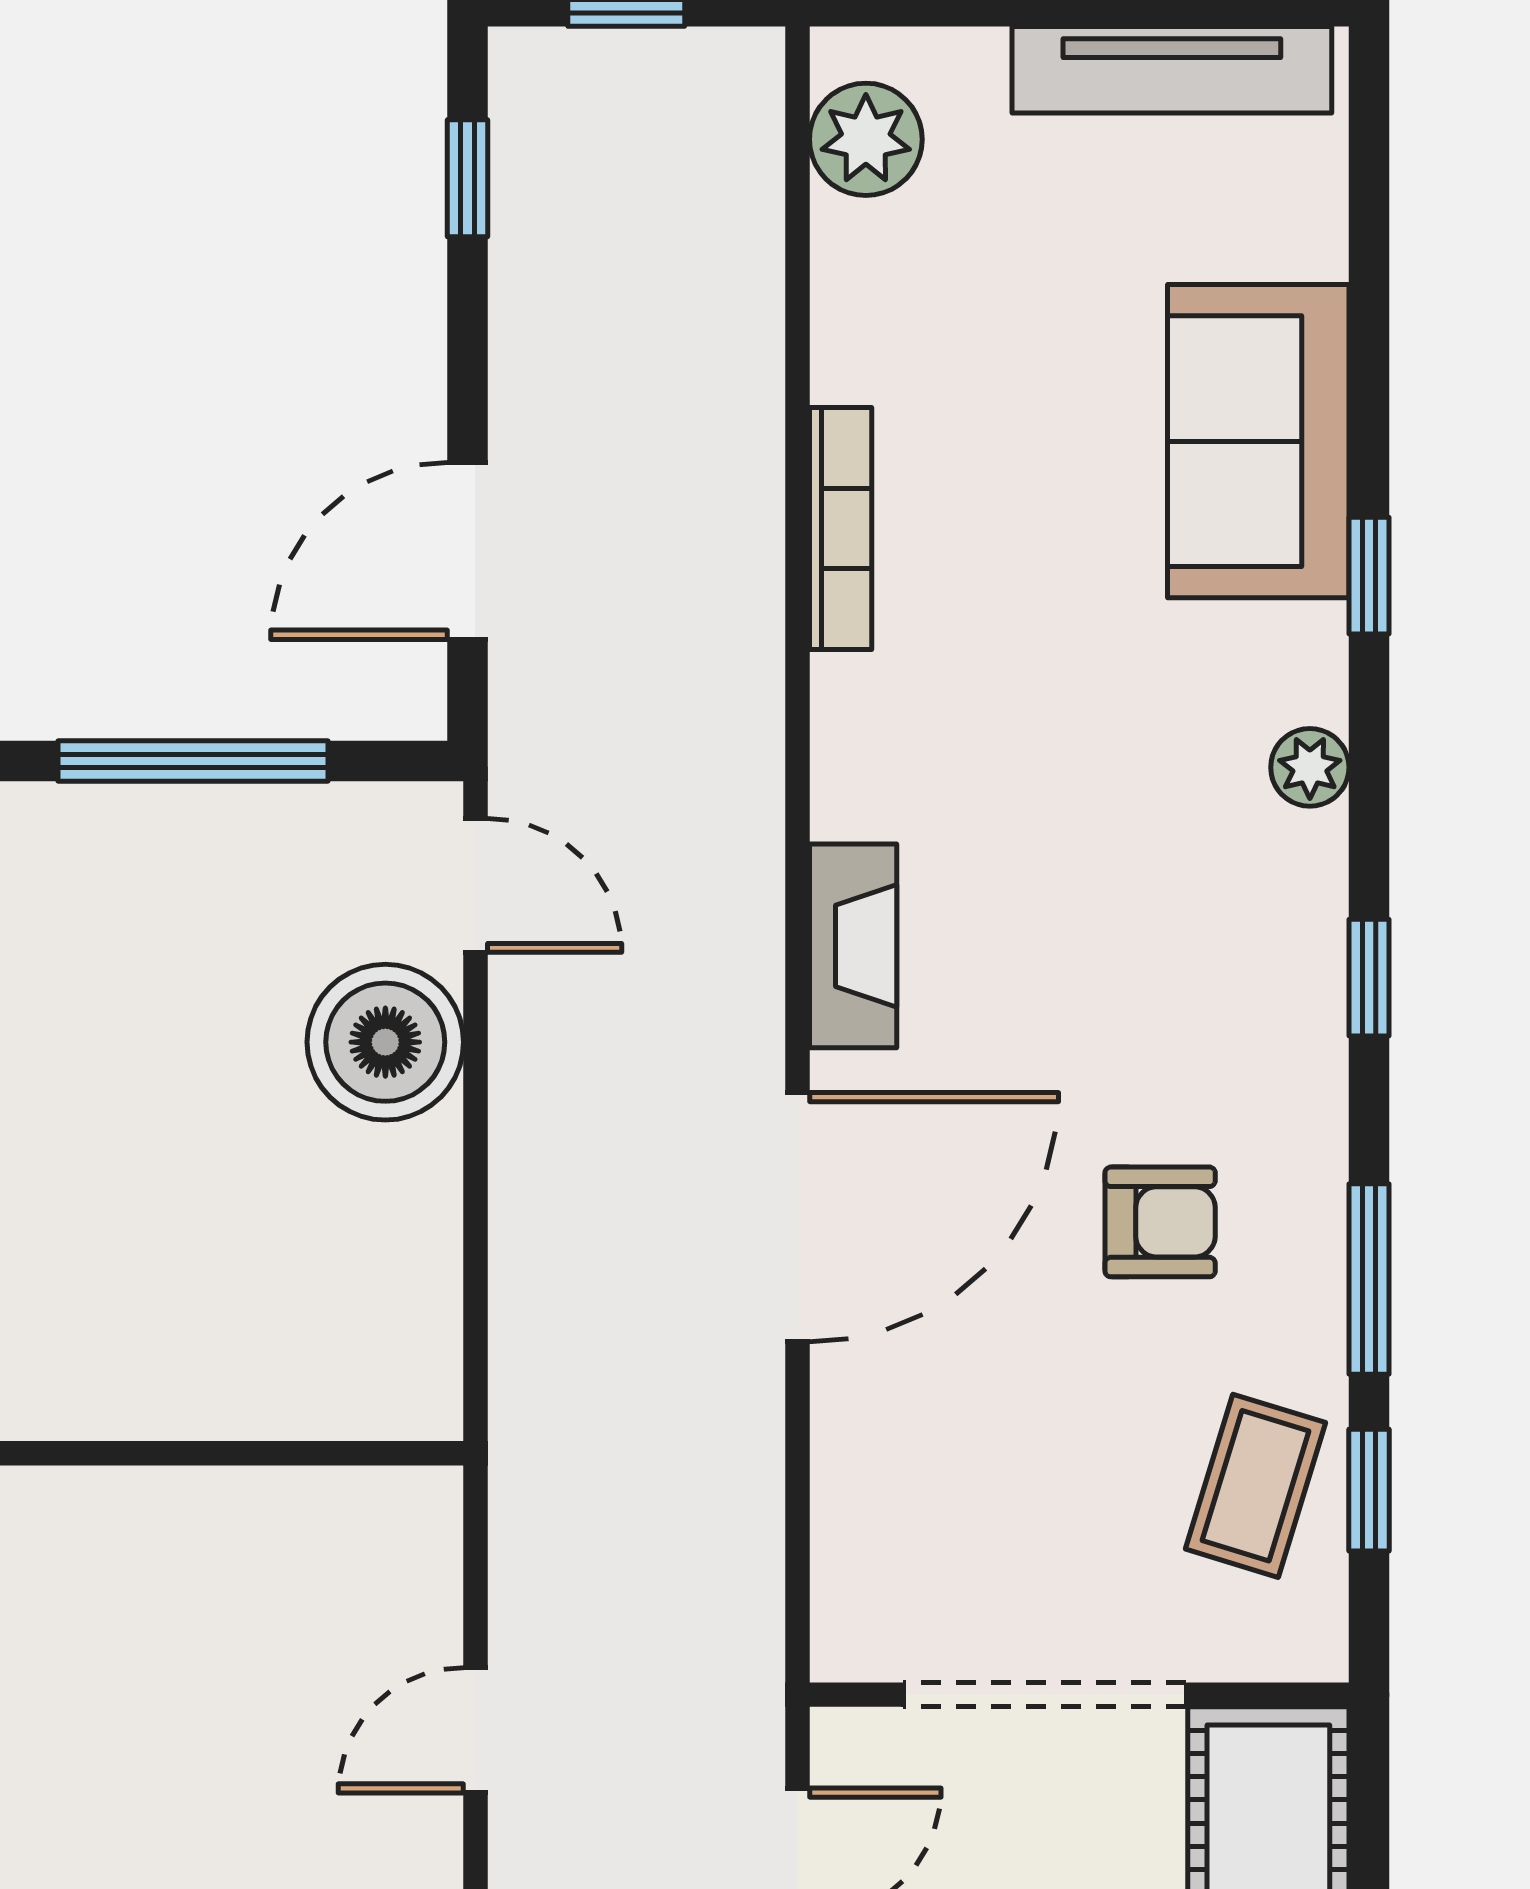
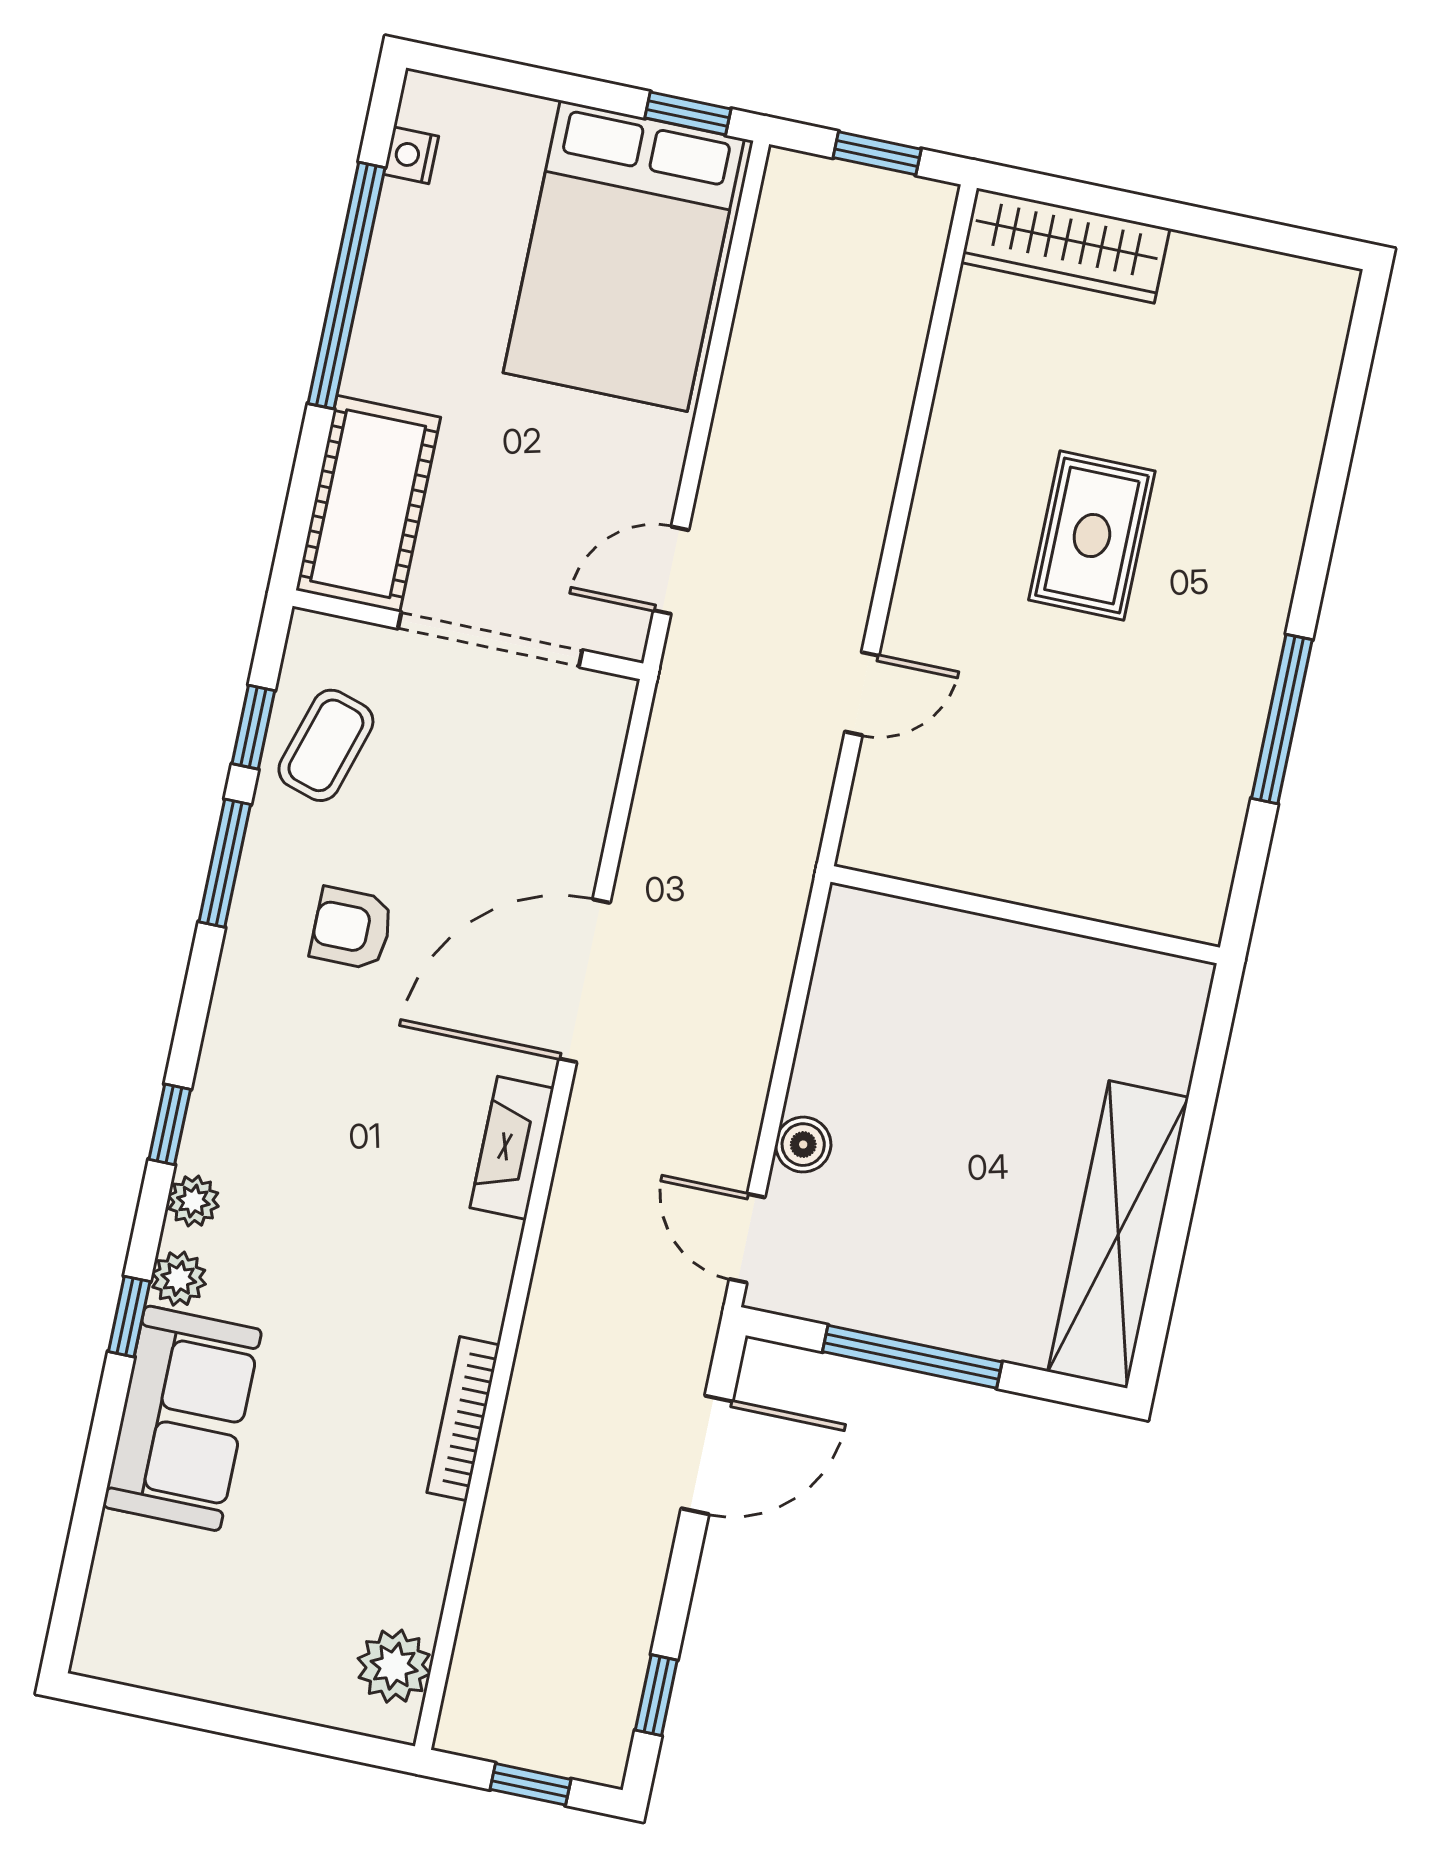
tv unit: (1172, 70) -> (187, 1669), removed
plant: (1307, 648) -> (179, 1279), added
window: (1369, 978) -> (170, 1124), moved
boiler: (385, 1042) -> (803, 1145), width x0.54, depth x0.54

